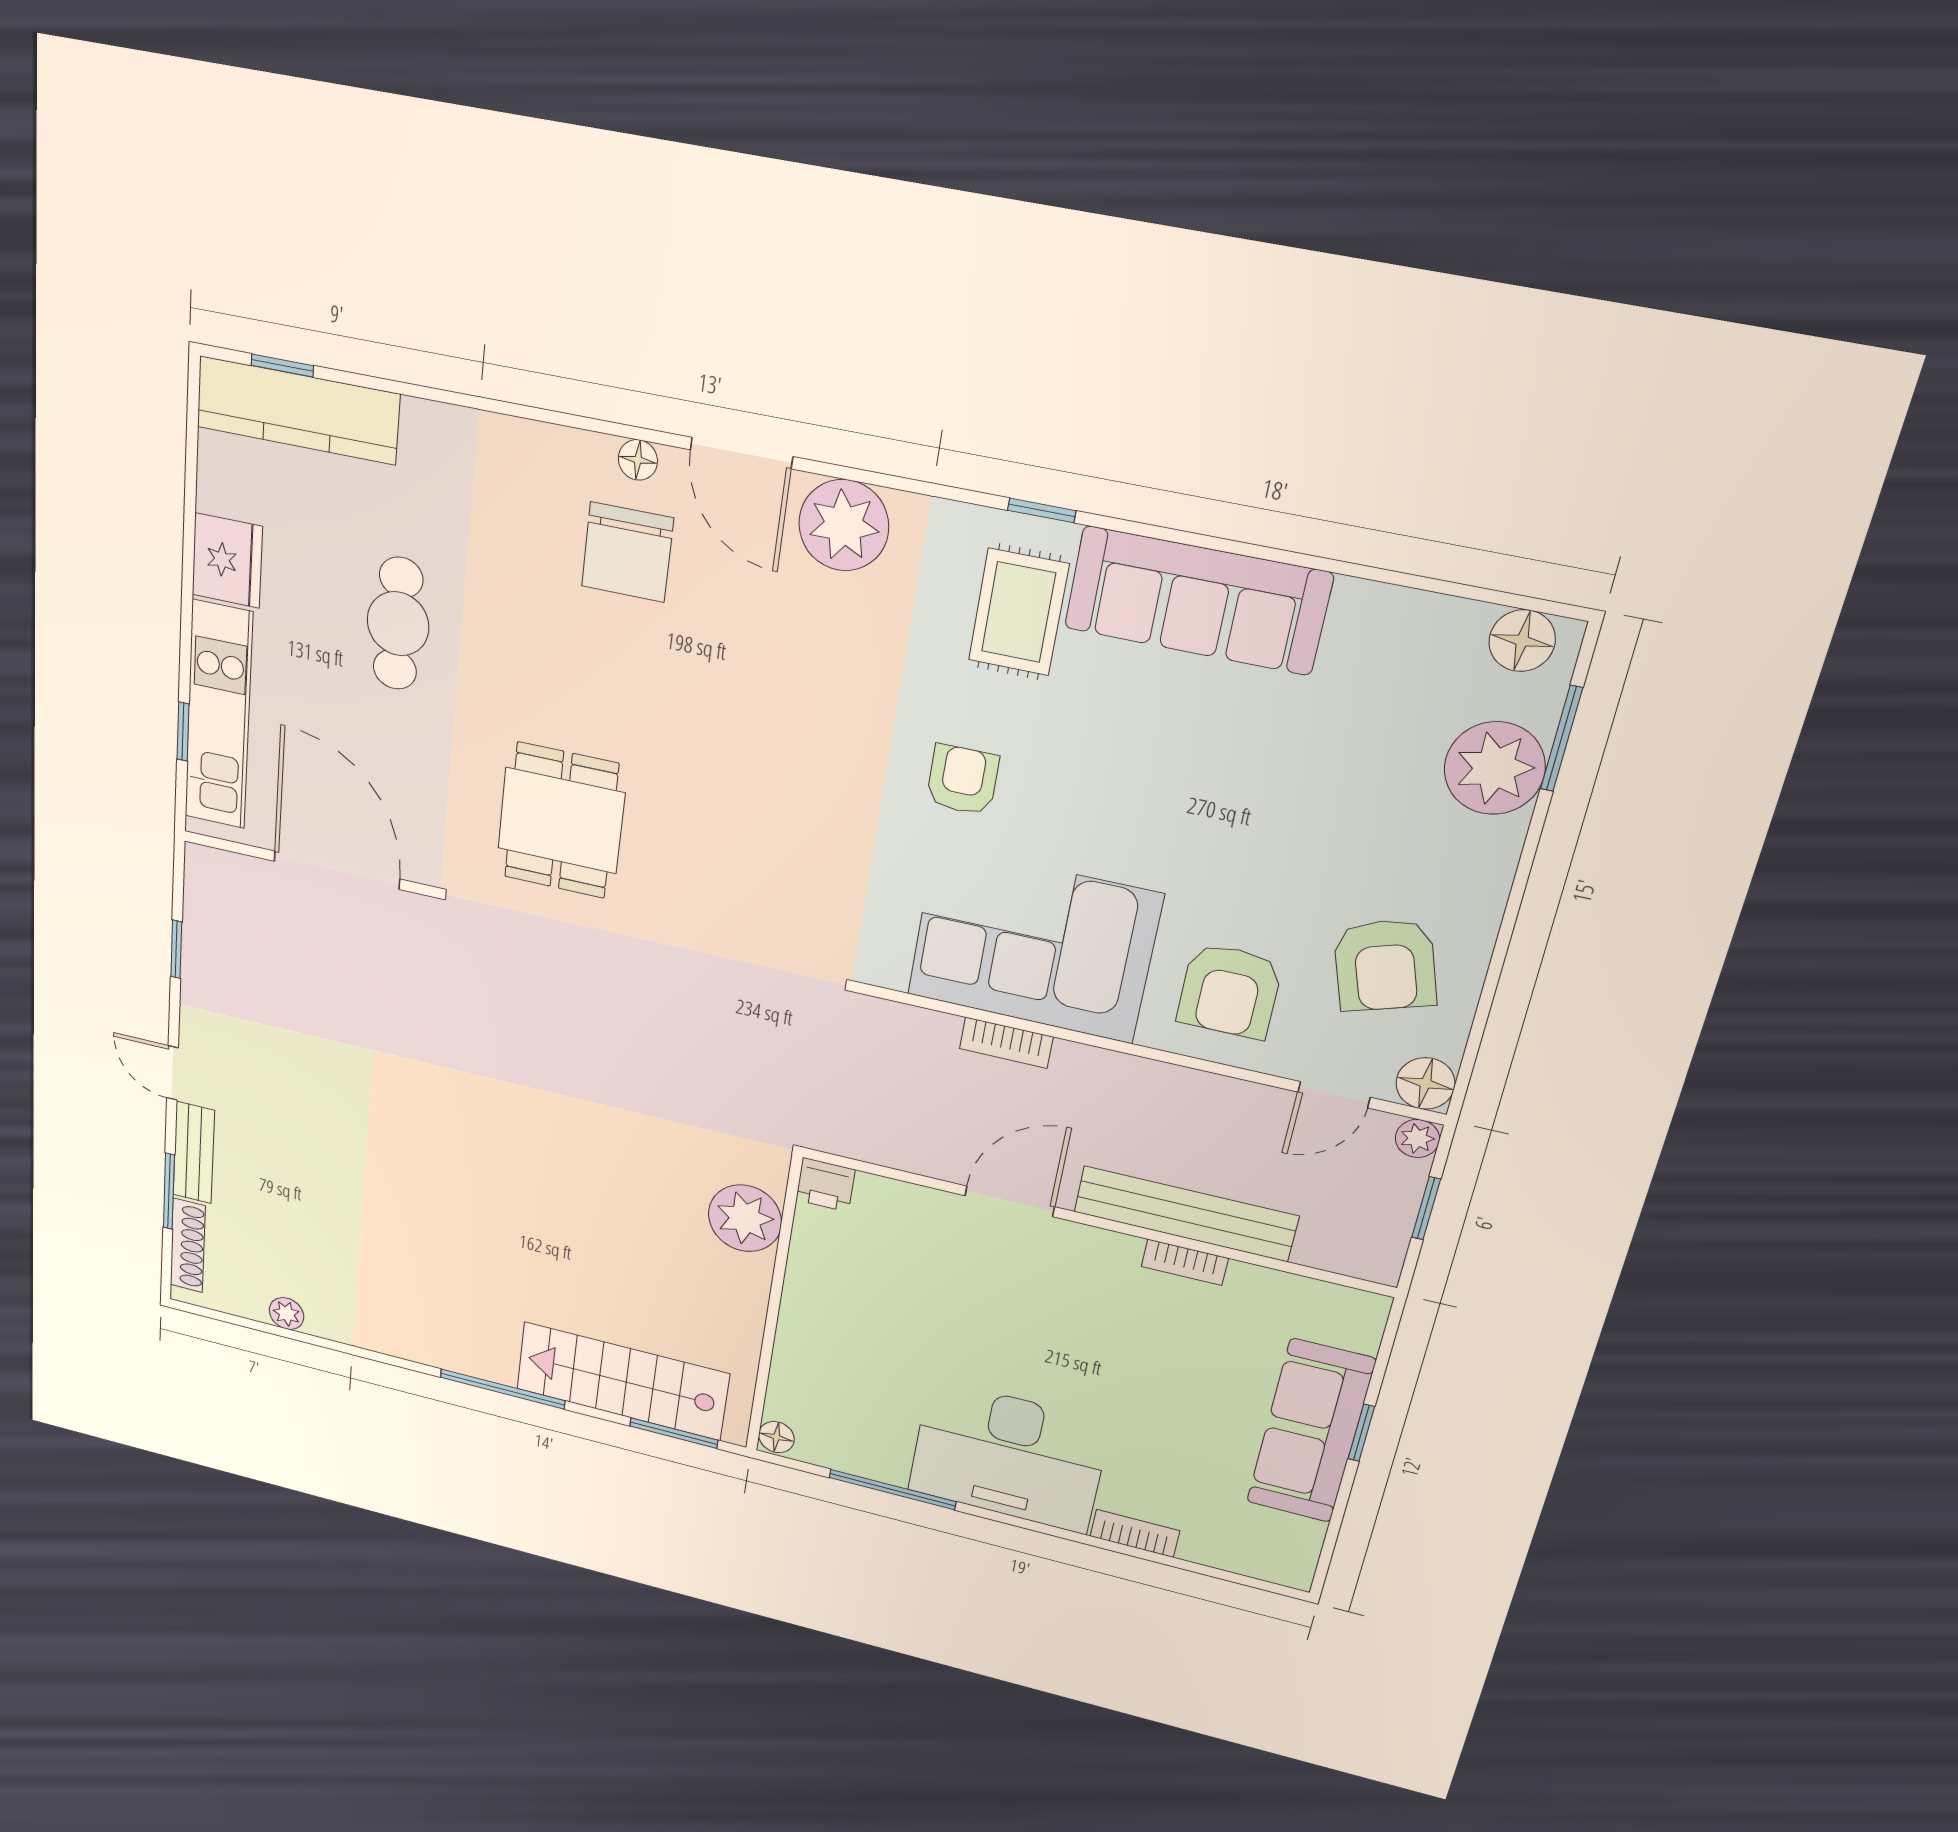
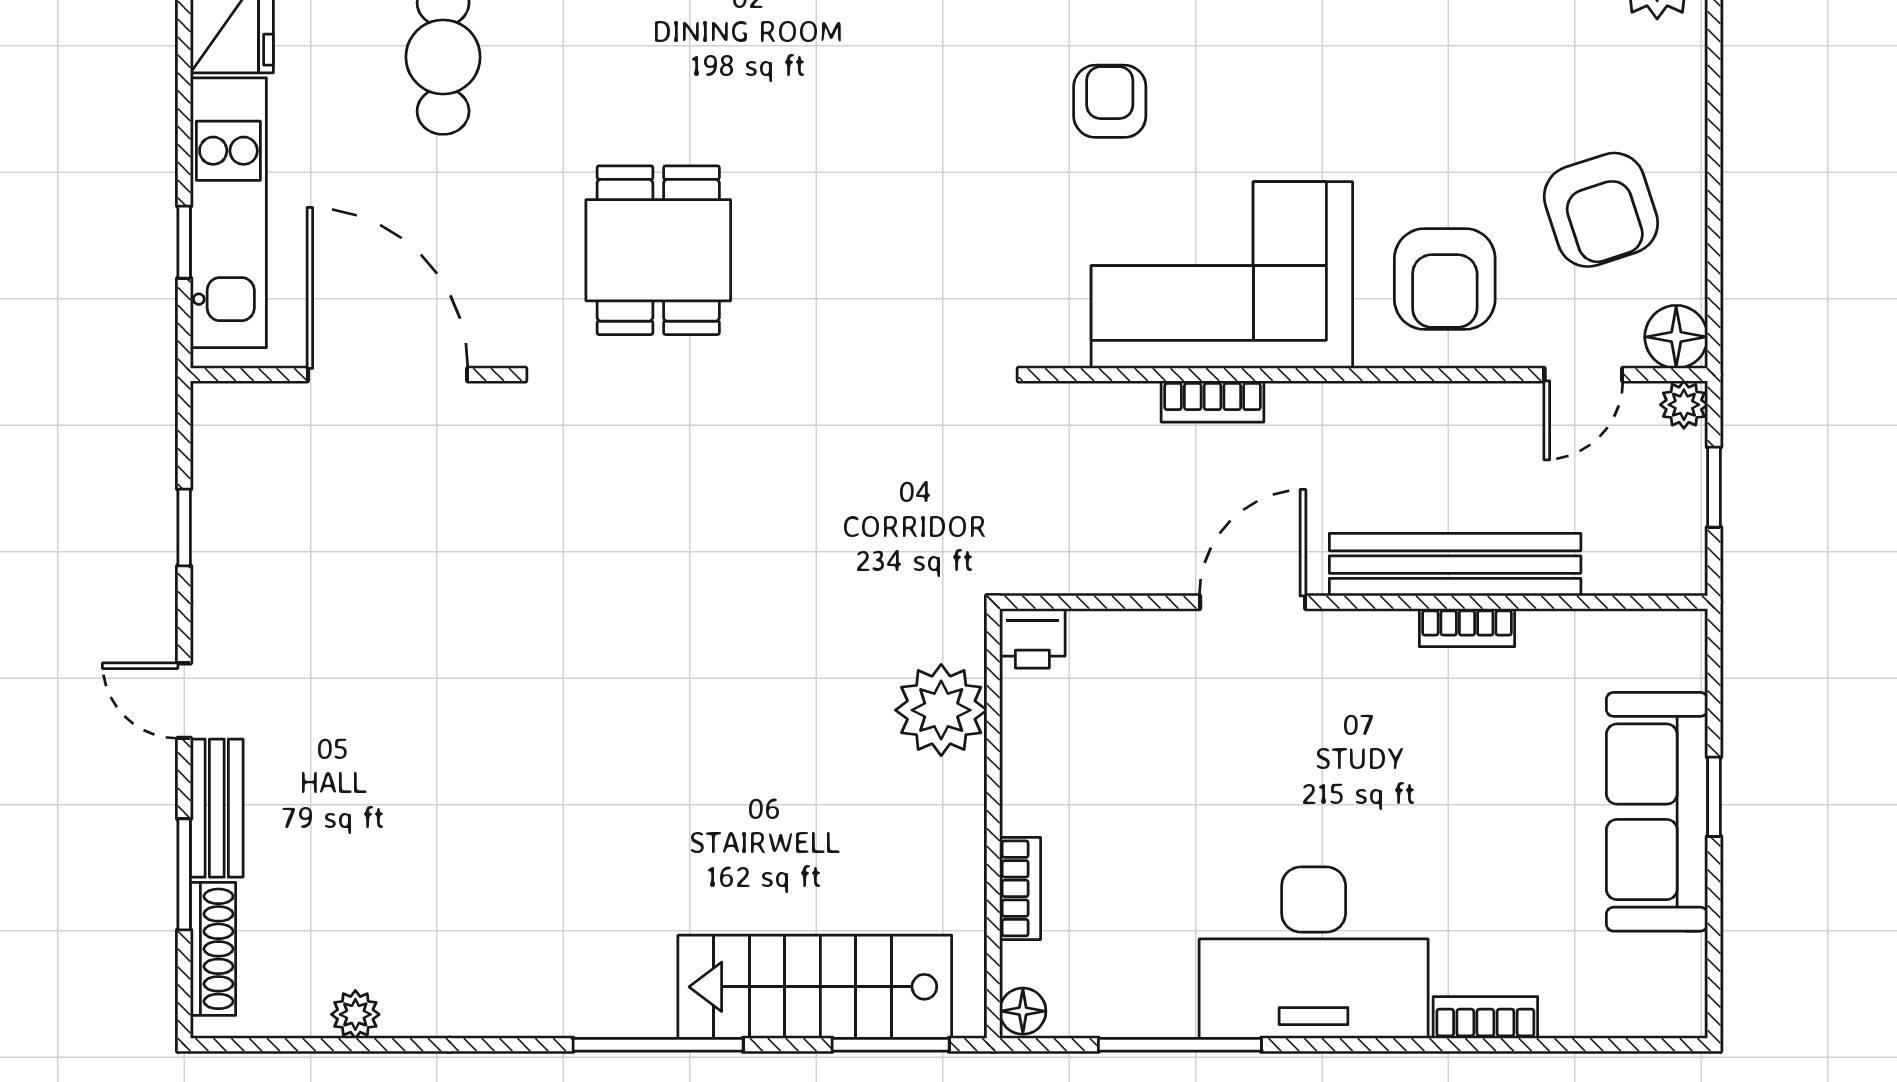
bookcase: (787, 1356) -> (1020, 888), added

